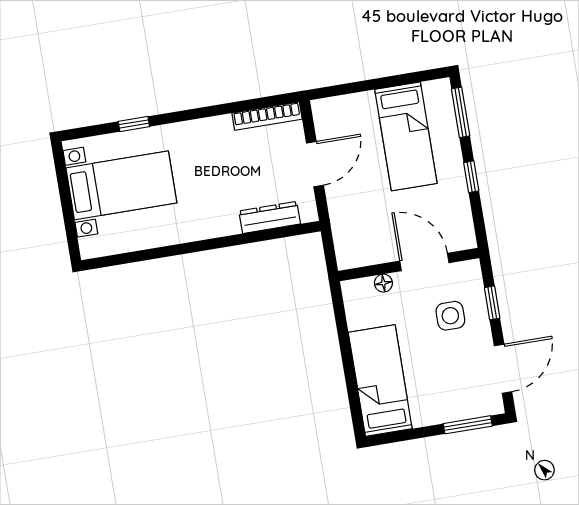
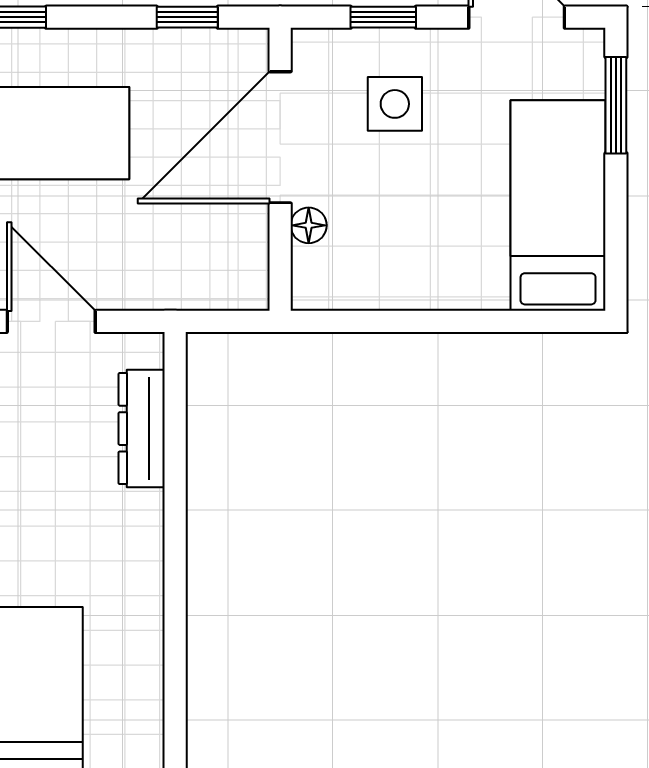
window: (471, 177) -> (187, 17), moved
door: (424, 262) -> (280, 137), width x1.36
bed: (380, 381) -> (558, 205), moved, turned 90

